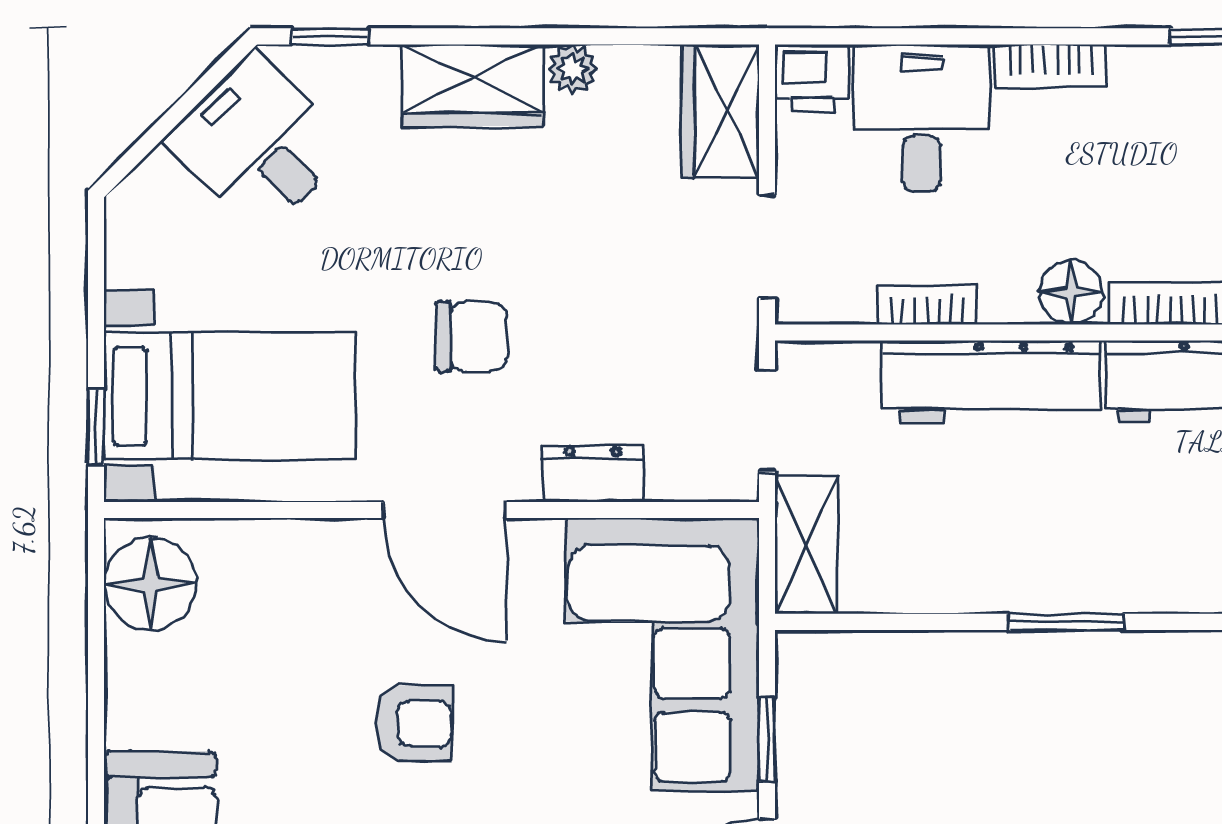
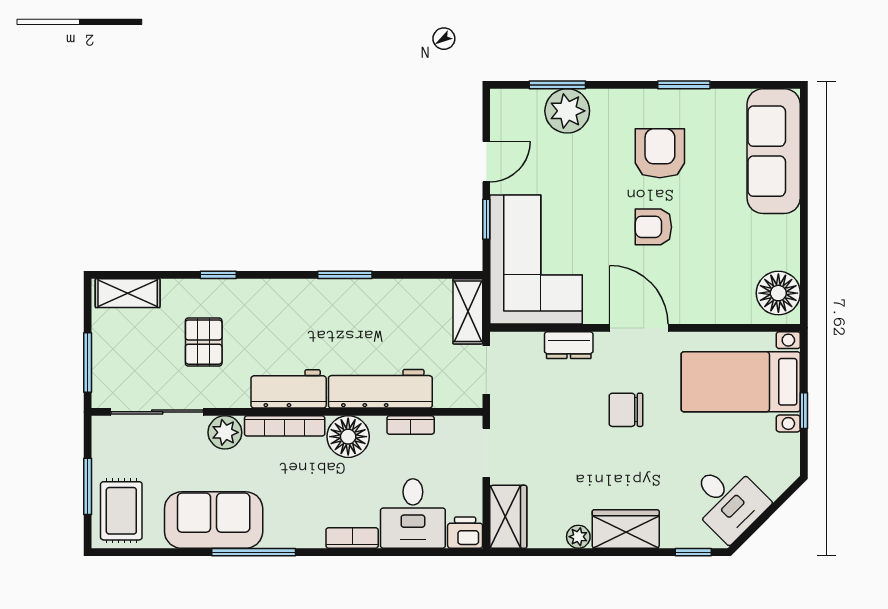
floor lamp: (1071, 292) -> (348, 437), width x1.38, depth x1.38
window: (96, 427) -> (804, 411), moved

